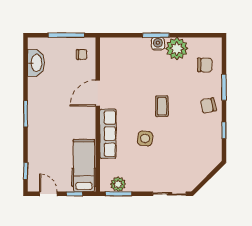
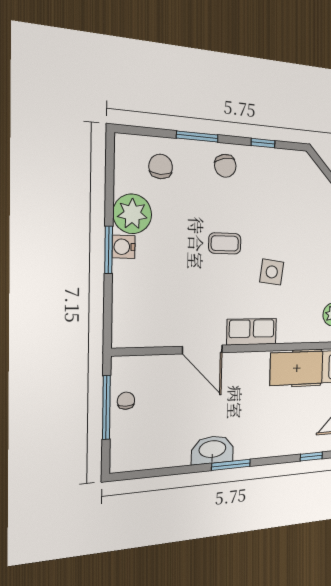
chair: (82, 54) -> (126, 401), moved
washbasin: (36, 63) -> (212, 450), moved
row of seats: (108, 134) -> (252, 332), width x0.68

